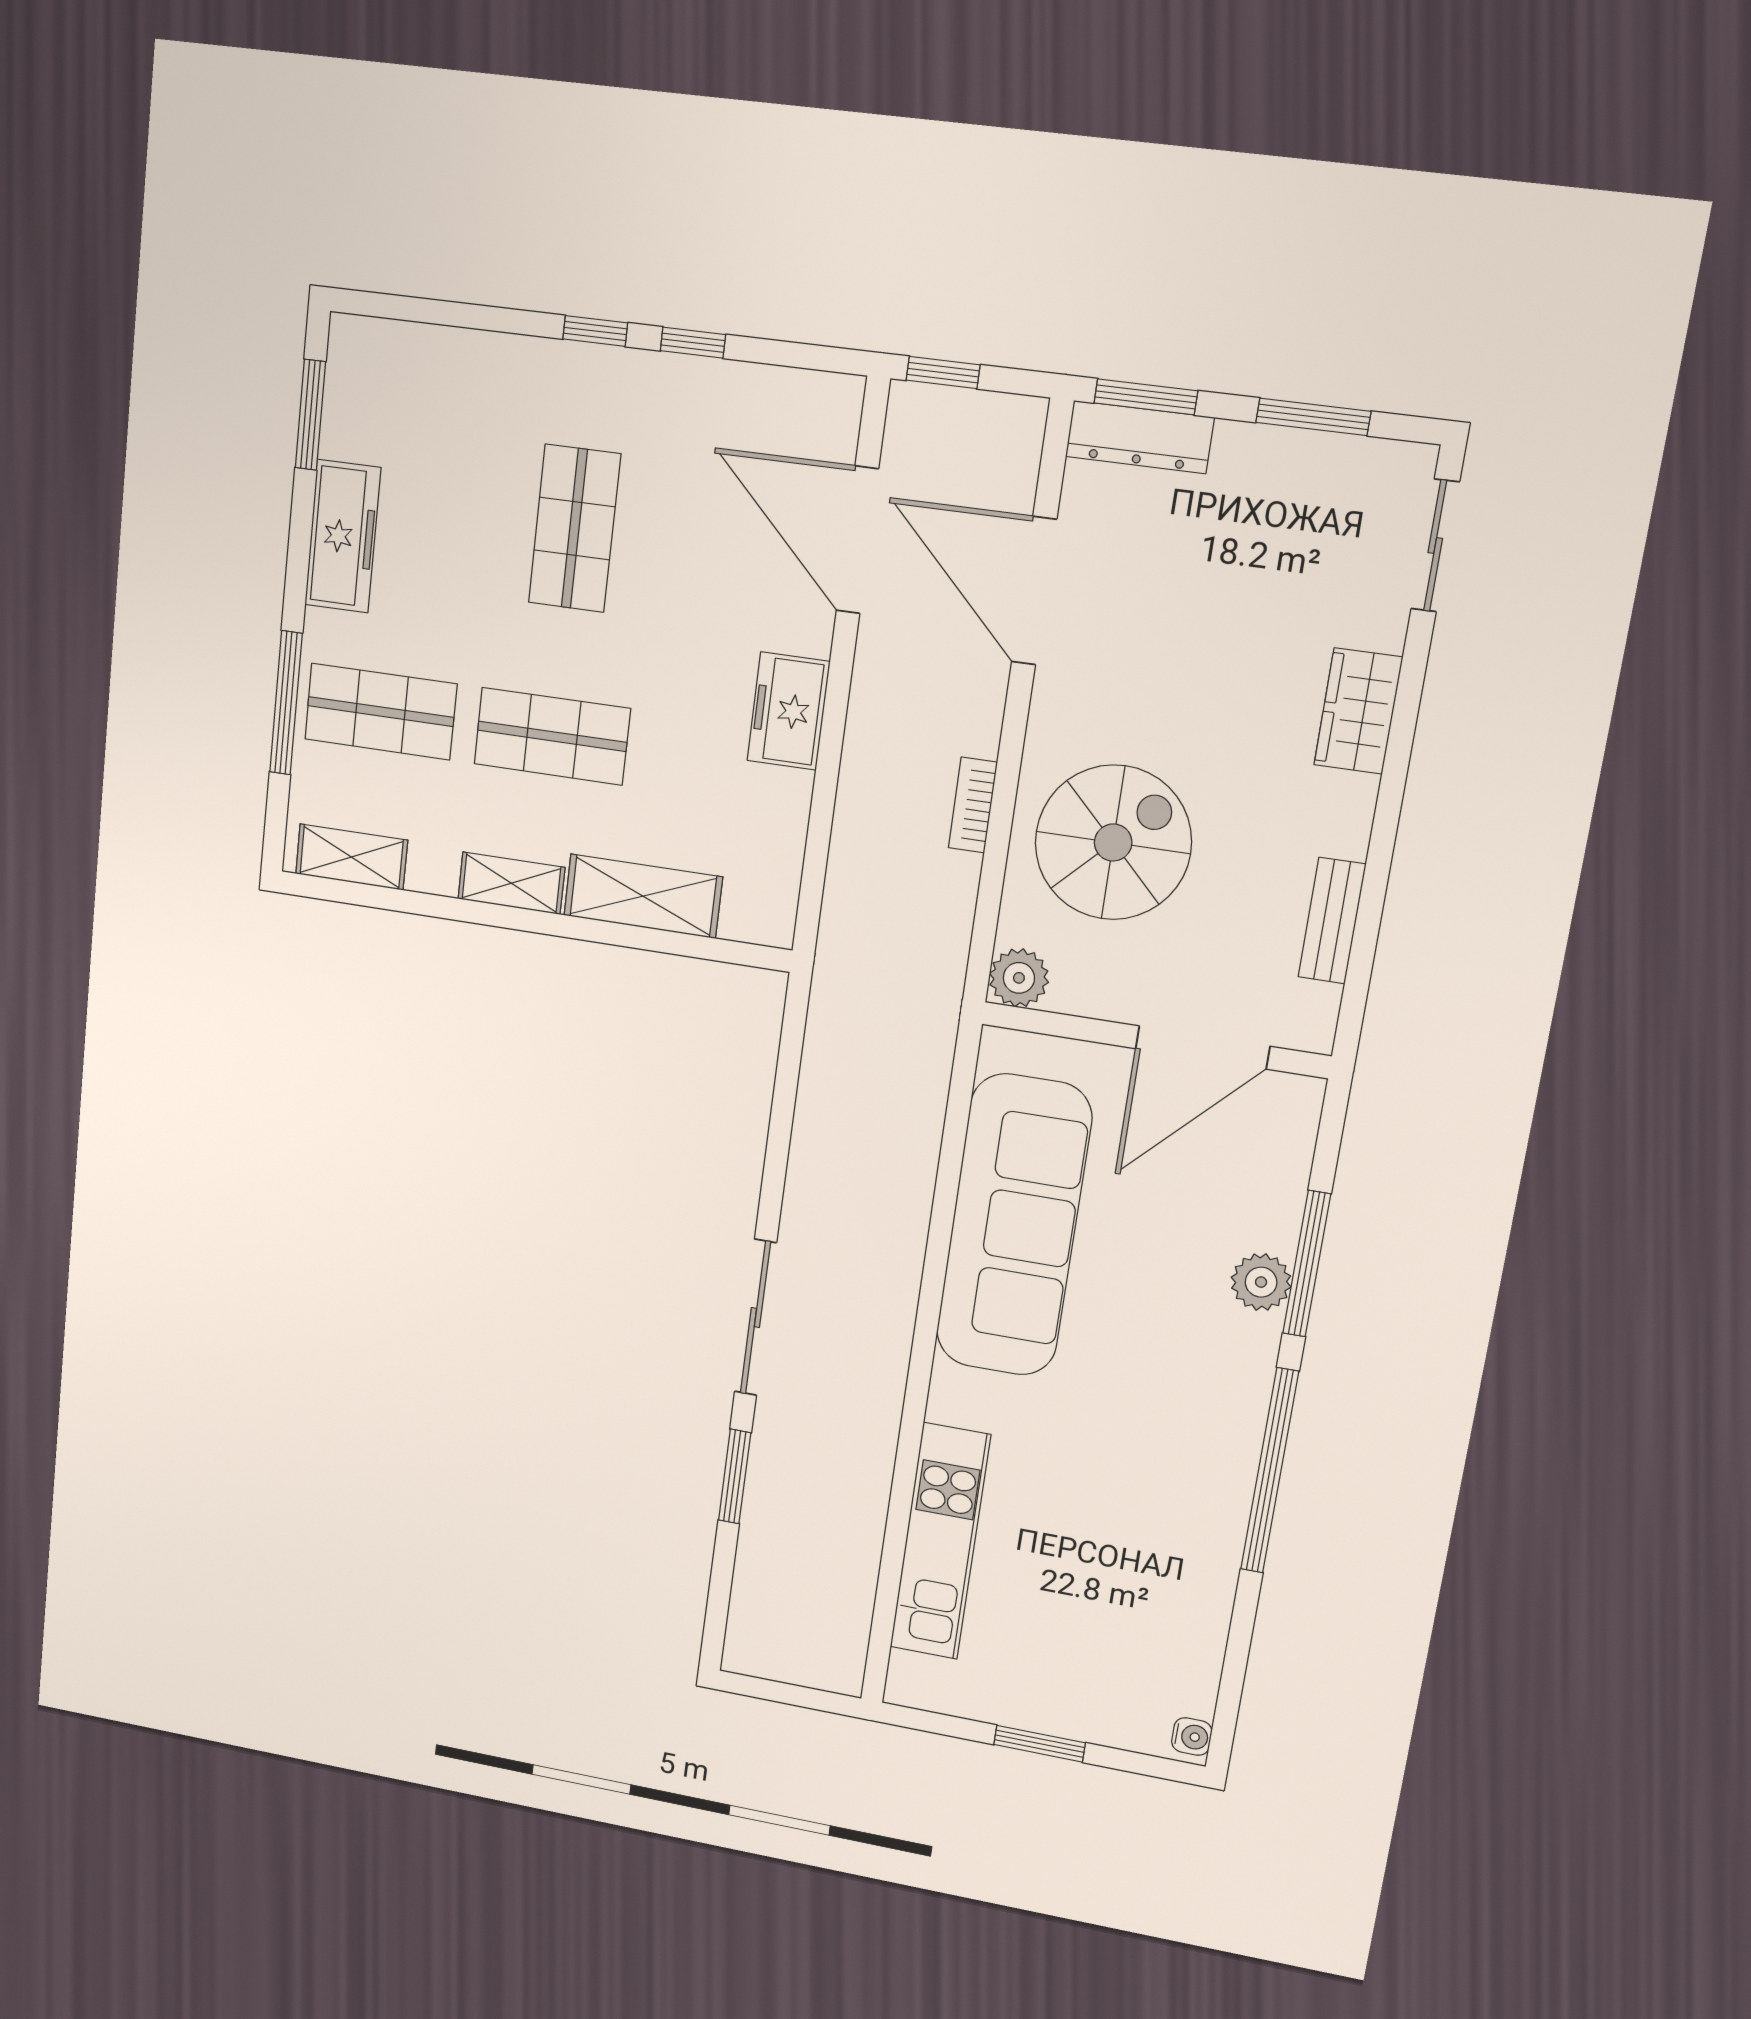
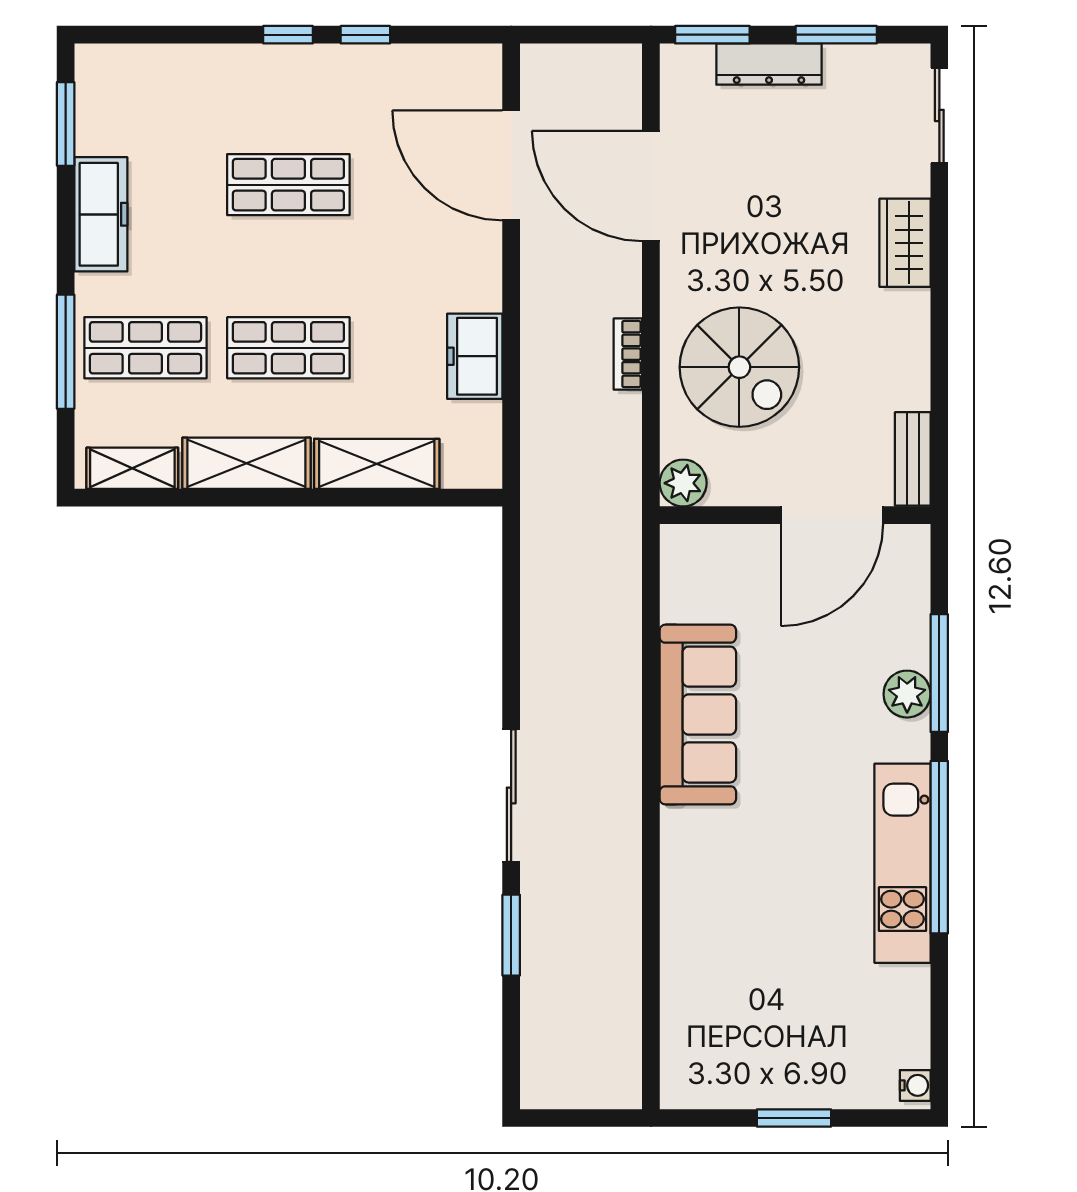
window: (943, 373) -> (559, 35), removed
dresser: (1140, 437) -> (769, 64), moved
shop shelf: (574, 528) -> (288, 185), turned 90
freezer: (788, 711) -> (475, 356), moved
spiral stairs: (1113, 842) -> (739, 367), turned 90
shelving: (511, 883) -> (246, 463), width x1.50, depth x1.33
bench: (1332, 921) -> (913, 459), moved
sofa: (1014, 1226) -> (698, 715), width x0.74, depth x0.79
kitchen unit: (940, 1542) -> (902, 863), moved, turned 180

